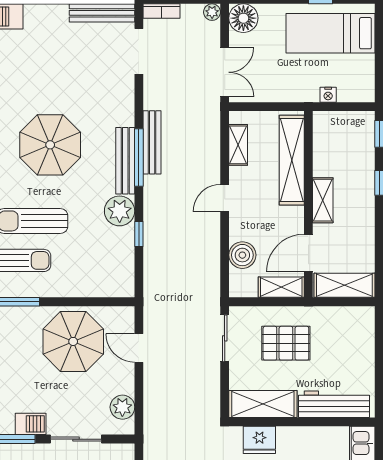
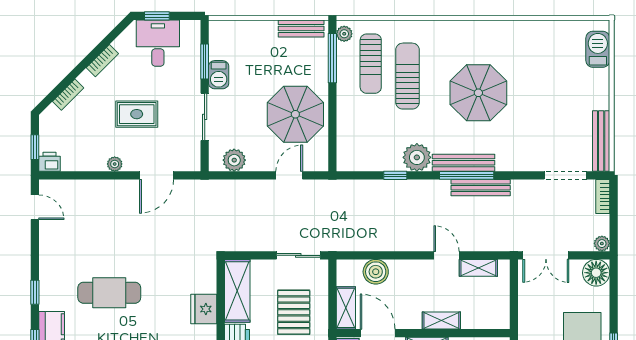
shelving: (292, 160) -> (441, 321), width x0.45, depth x0.75
door: (225, 198) -> (446, 255), moved
fridge: (259, 440) -> (204, 309), moved

